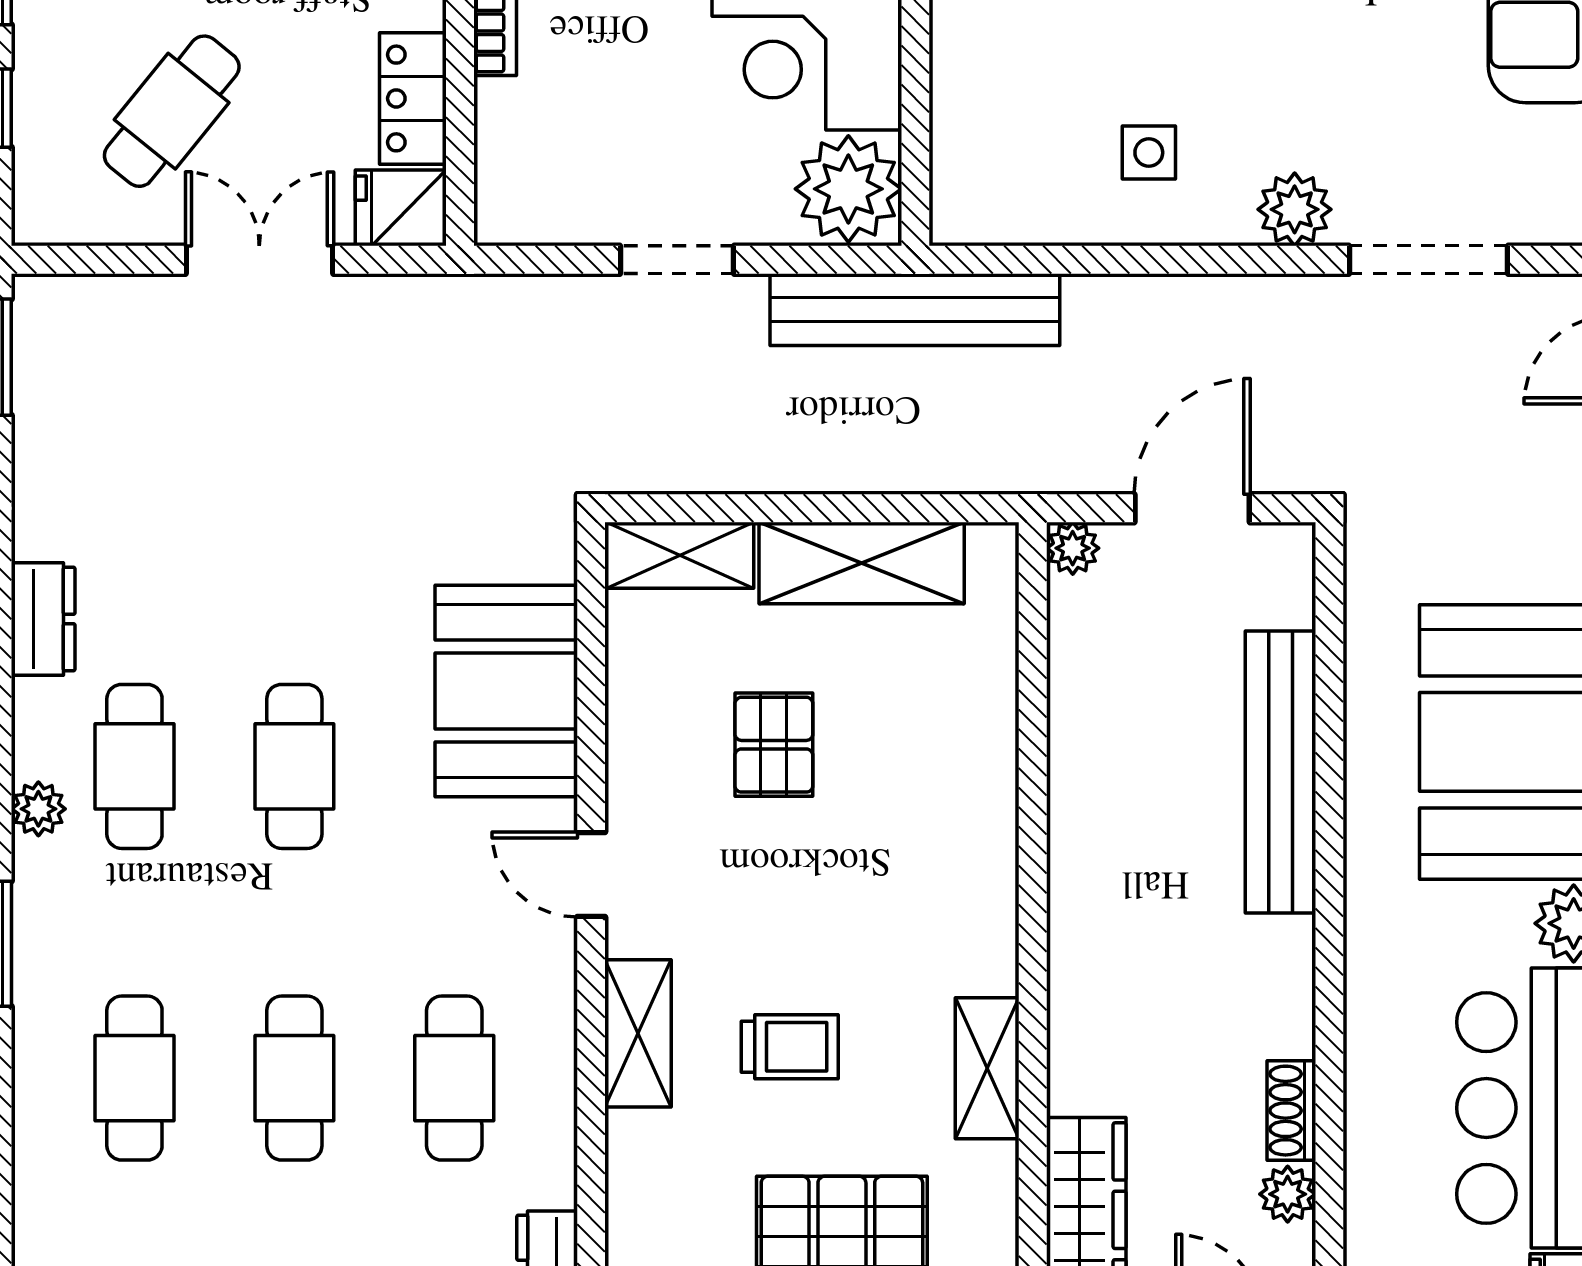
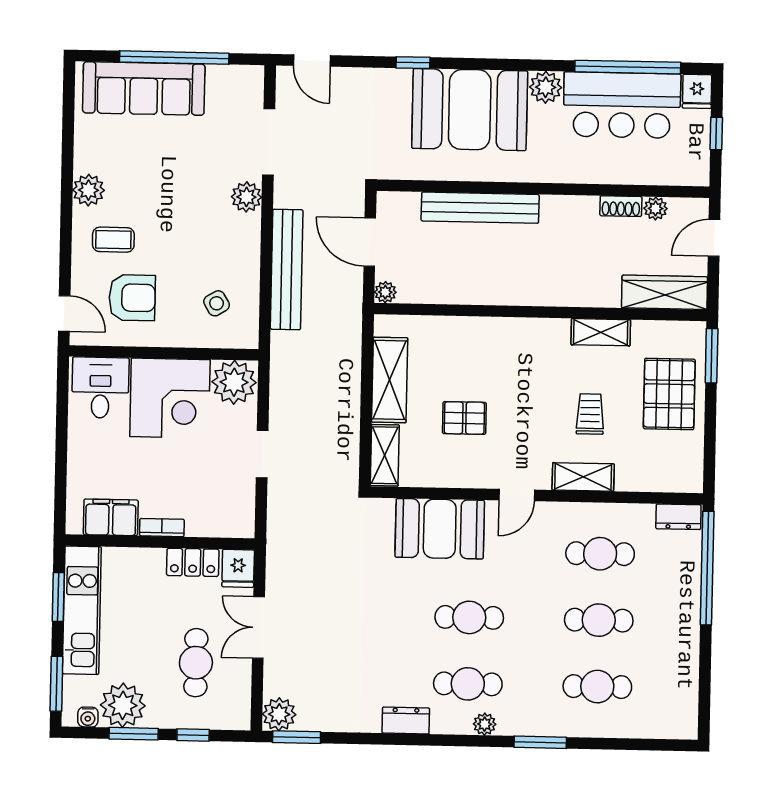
cafe table: (172, 111) -> (196, 663), turned 51
side table: (1149, 153) -> (217, 303), moved, turned -31
bench: (915, 310) -> (287, 269), moved
plant: (52, 314) -> (279, 714), added

